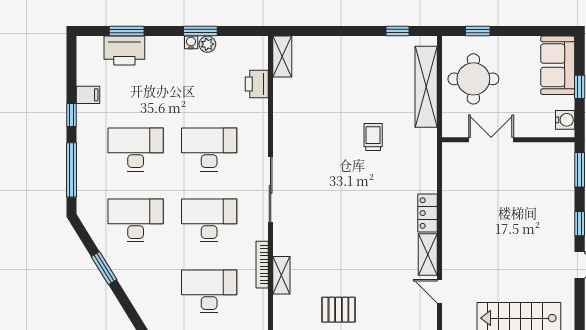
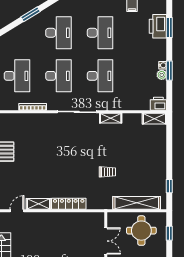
printer: (257, 84) -> (158, 104), moved
locker: (428, 213) -> (69, 204), width x1.53
shelving: (281, 275) -> (111, 118), moved

